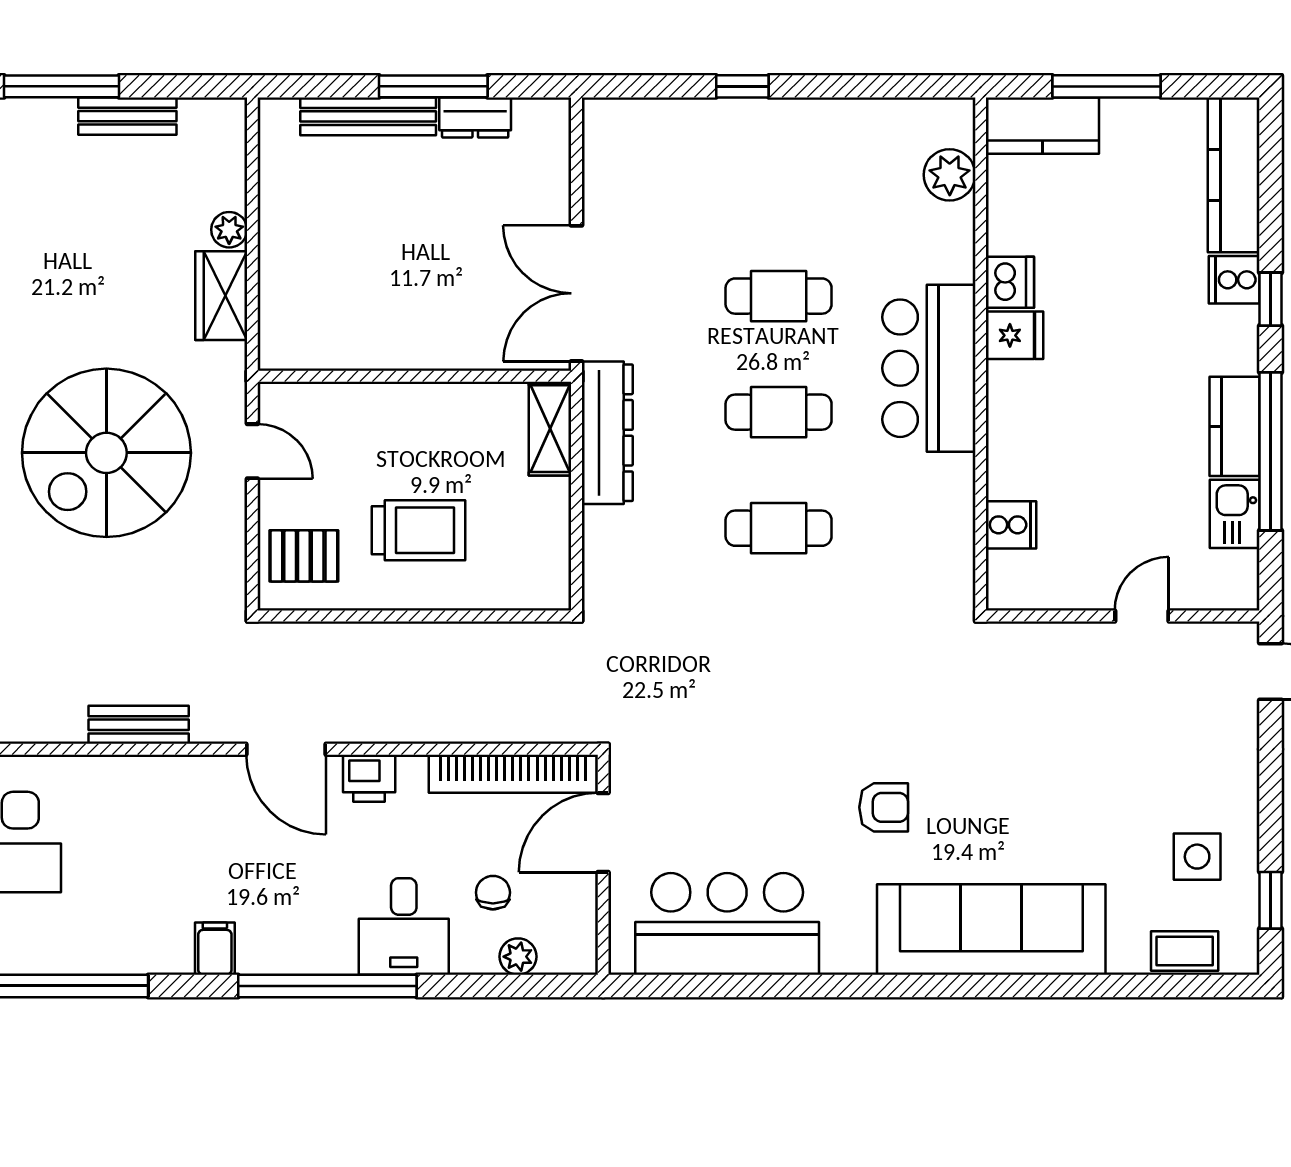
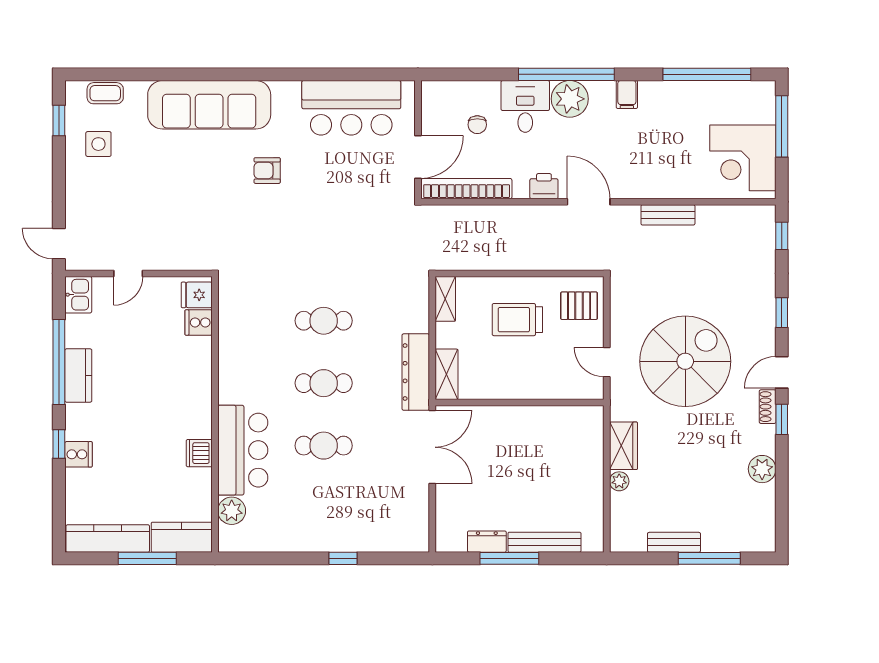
kitchen counter: (1234, 175) -> (108, 539), moved, turned -90
fridge: (1014, 335) -> (197, 295), moved
bar counter: (929, 368) -> (243, 450), moved
kitchen sink: (1235, 514) -> (78, 295), moved
shelving: (552, 569) -> (445, 299), added
plant: (518, 957) -> (570, 99), moved, width x1.87, depth x1.87

